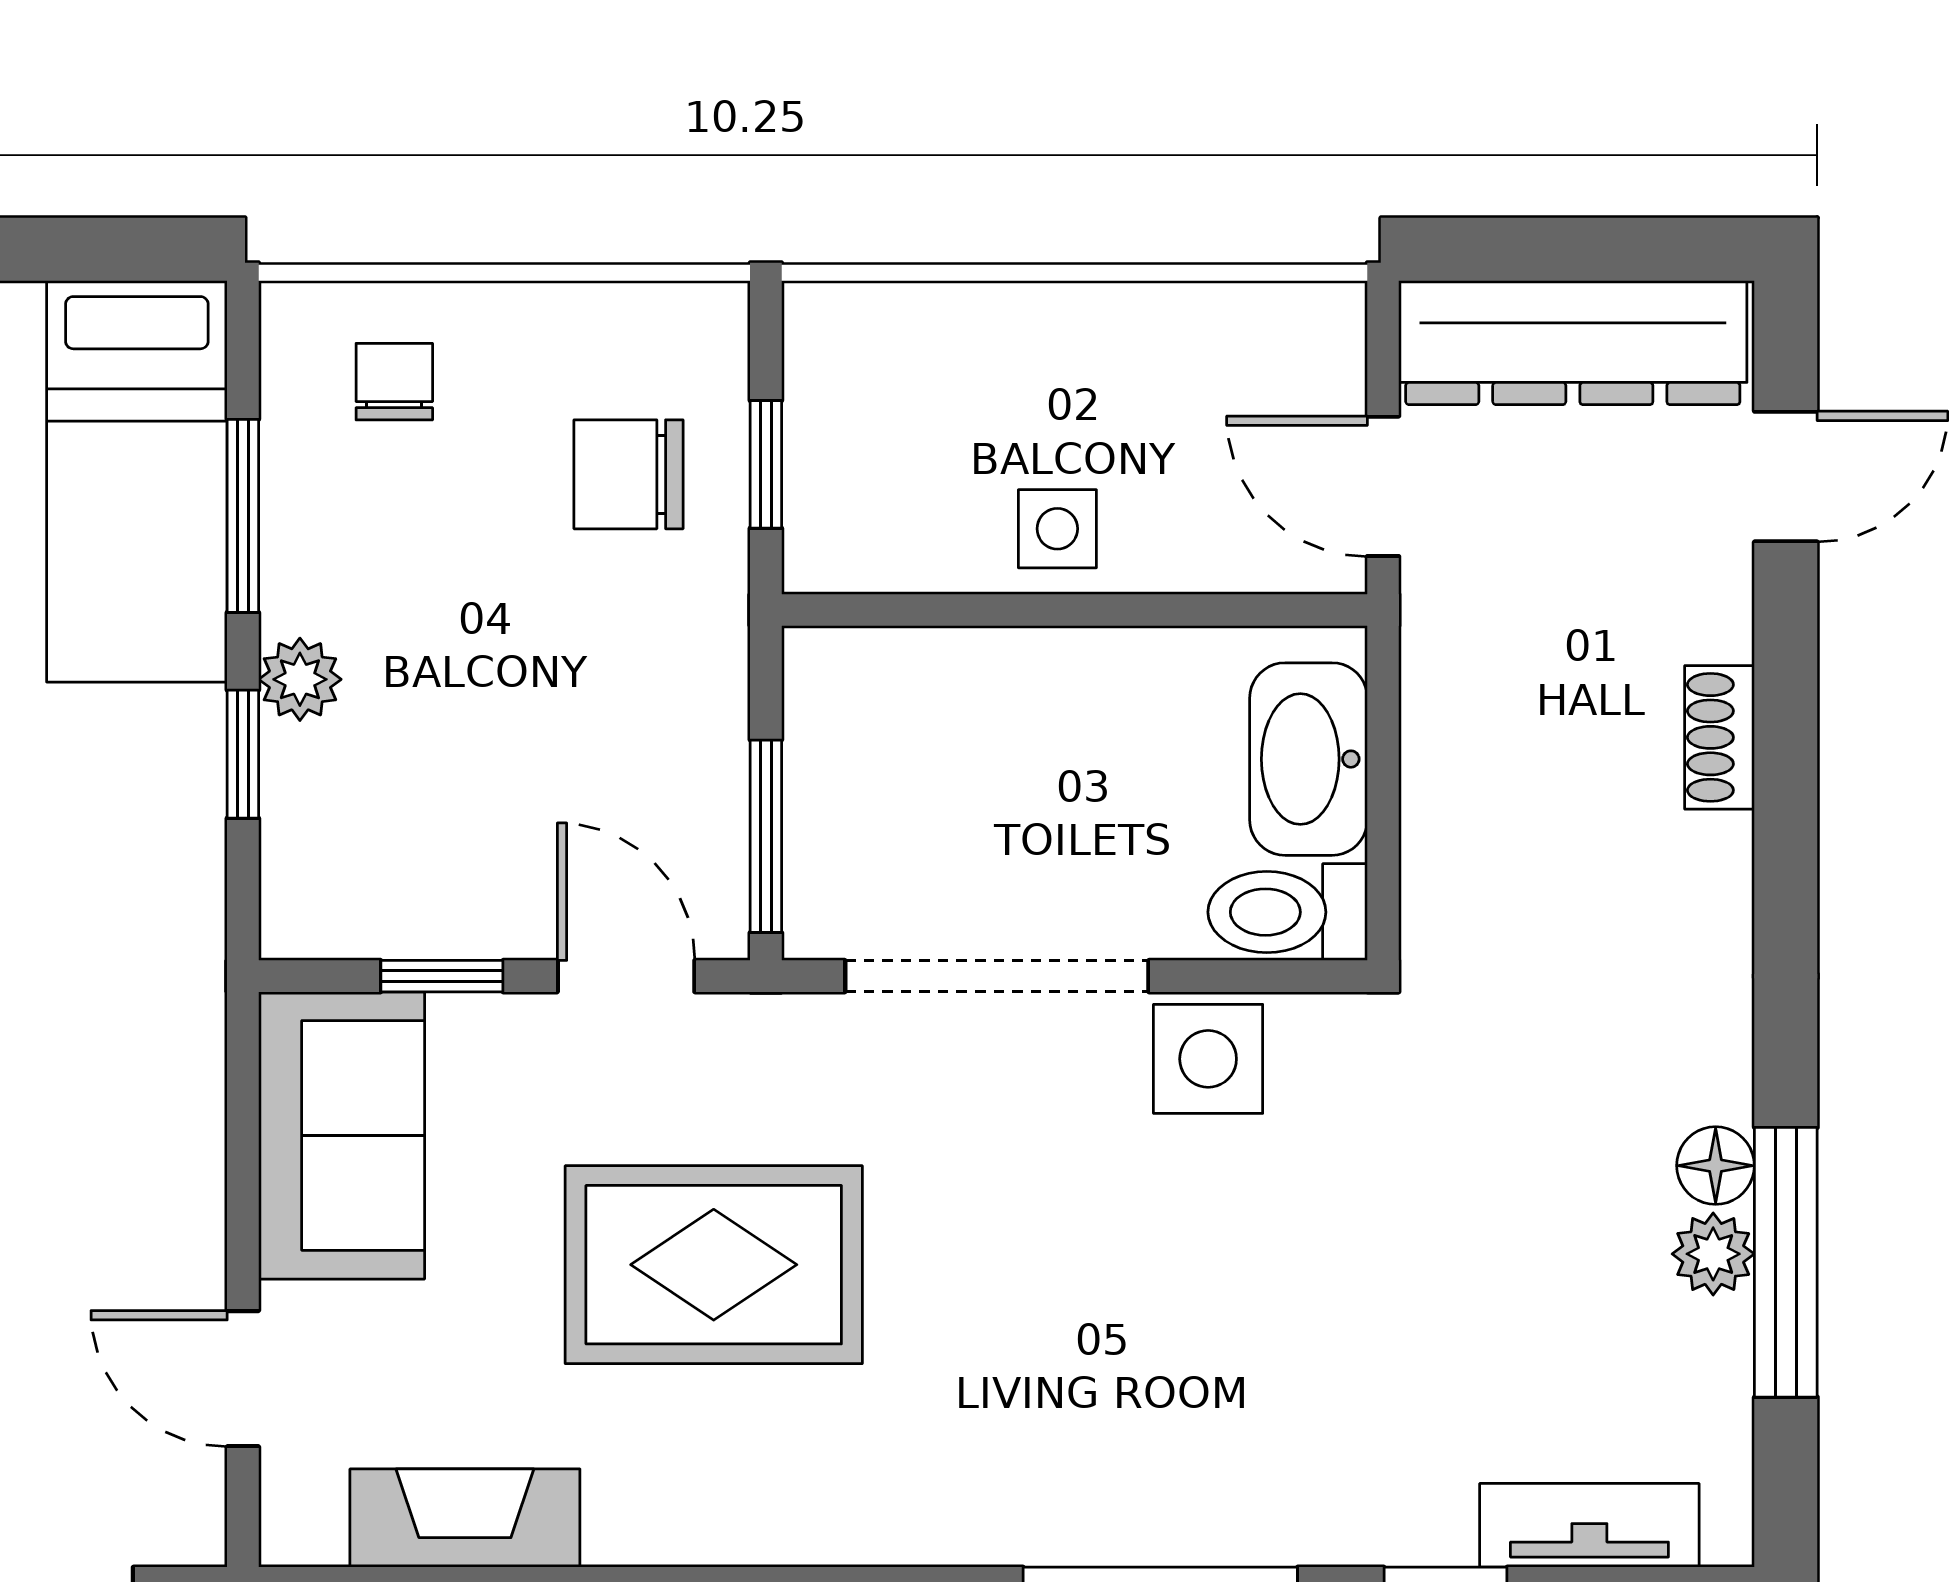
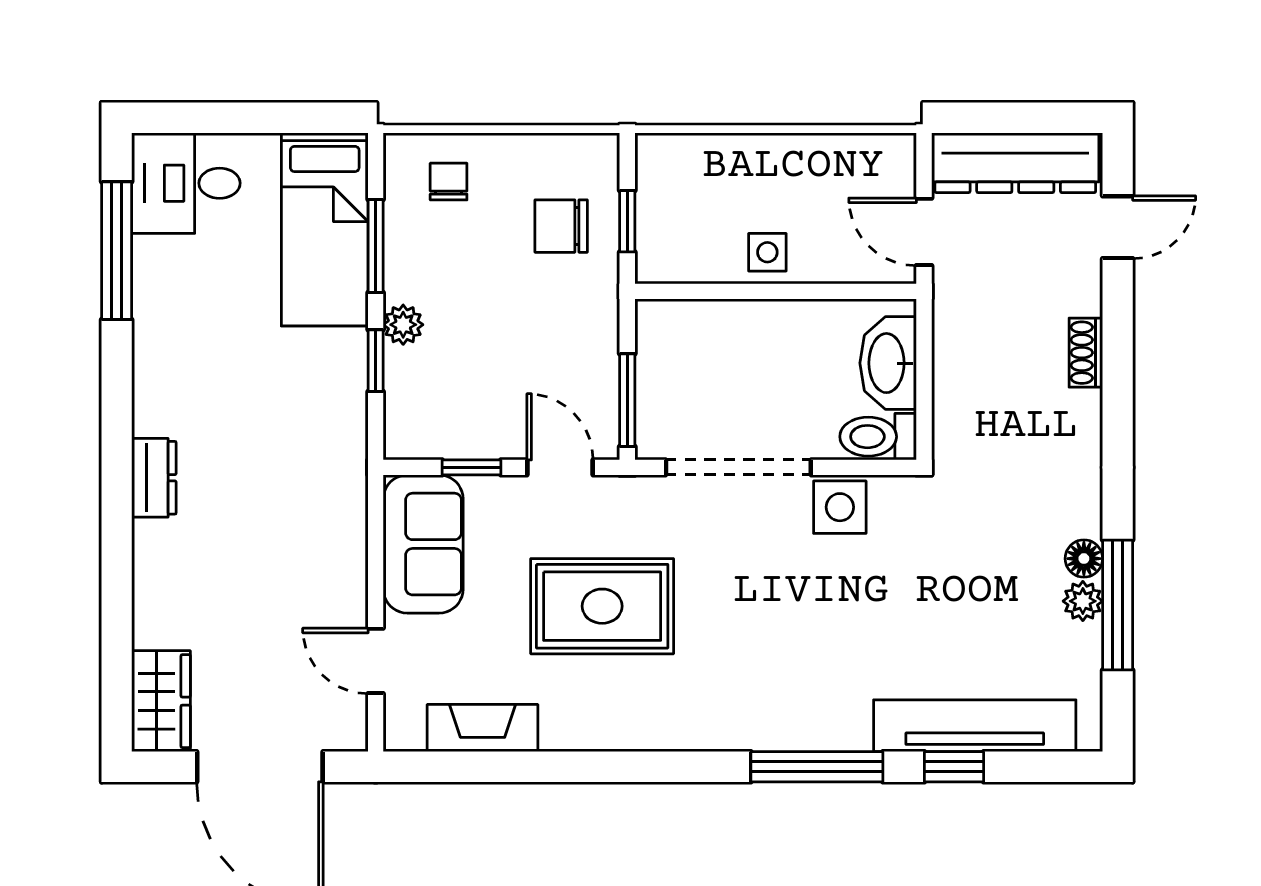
tv unit: (1589, 1525) -> (975, 726), width x1.92, depth x1.29

